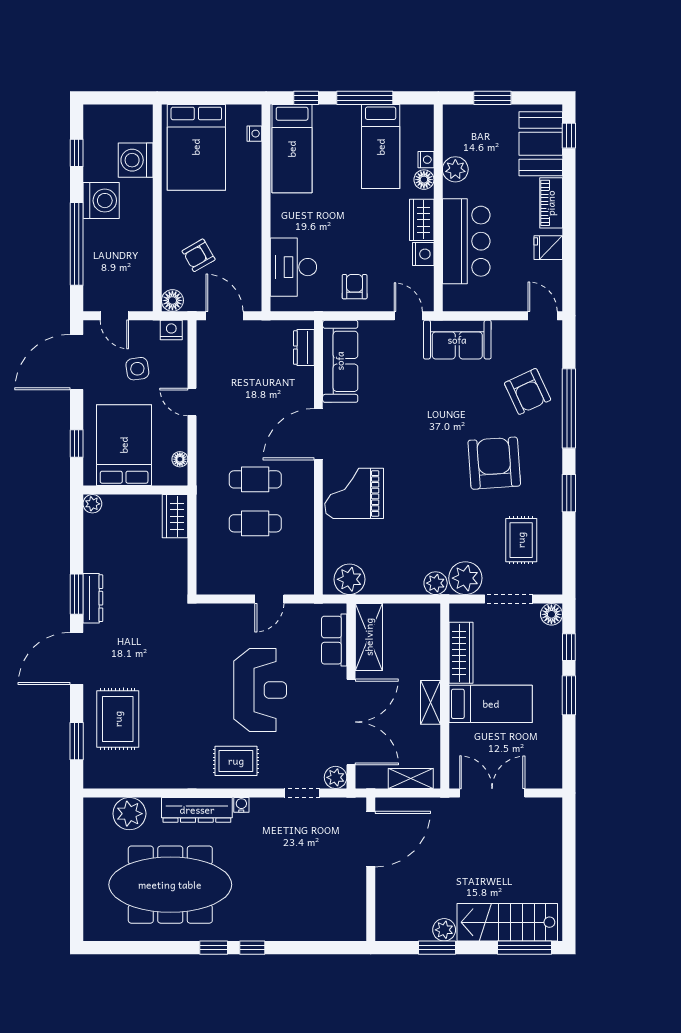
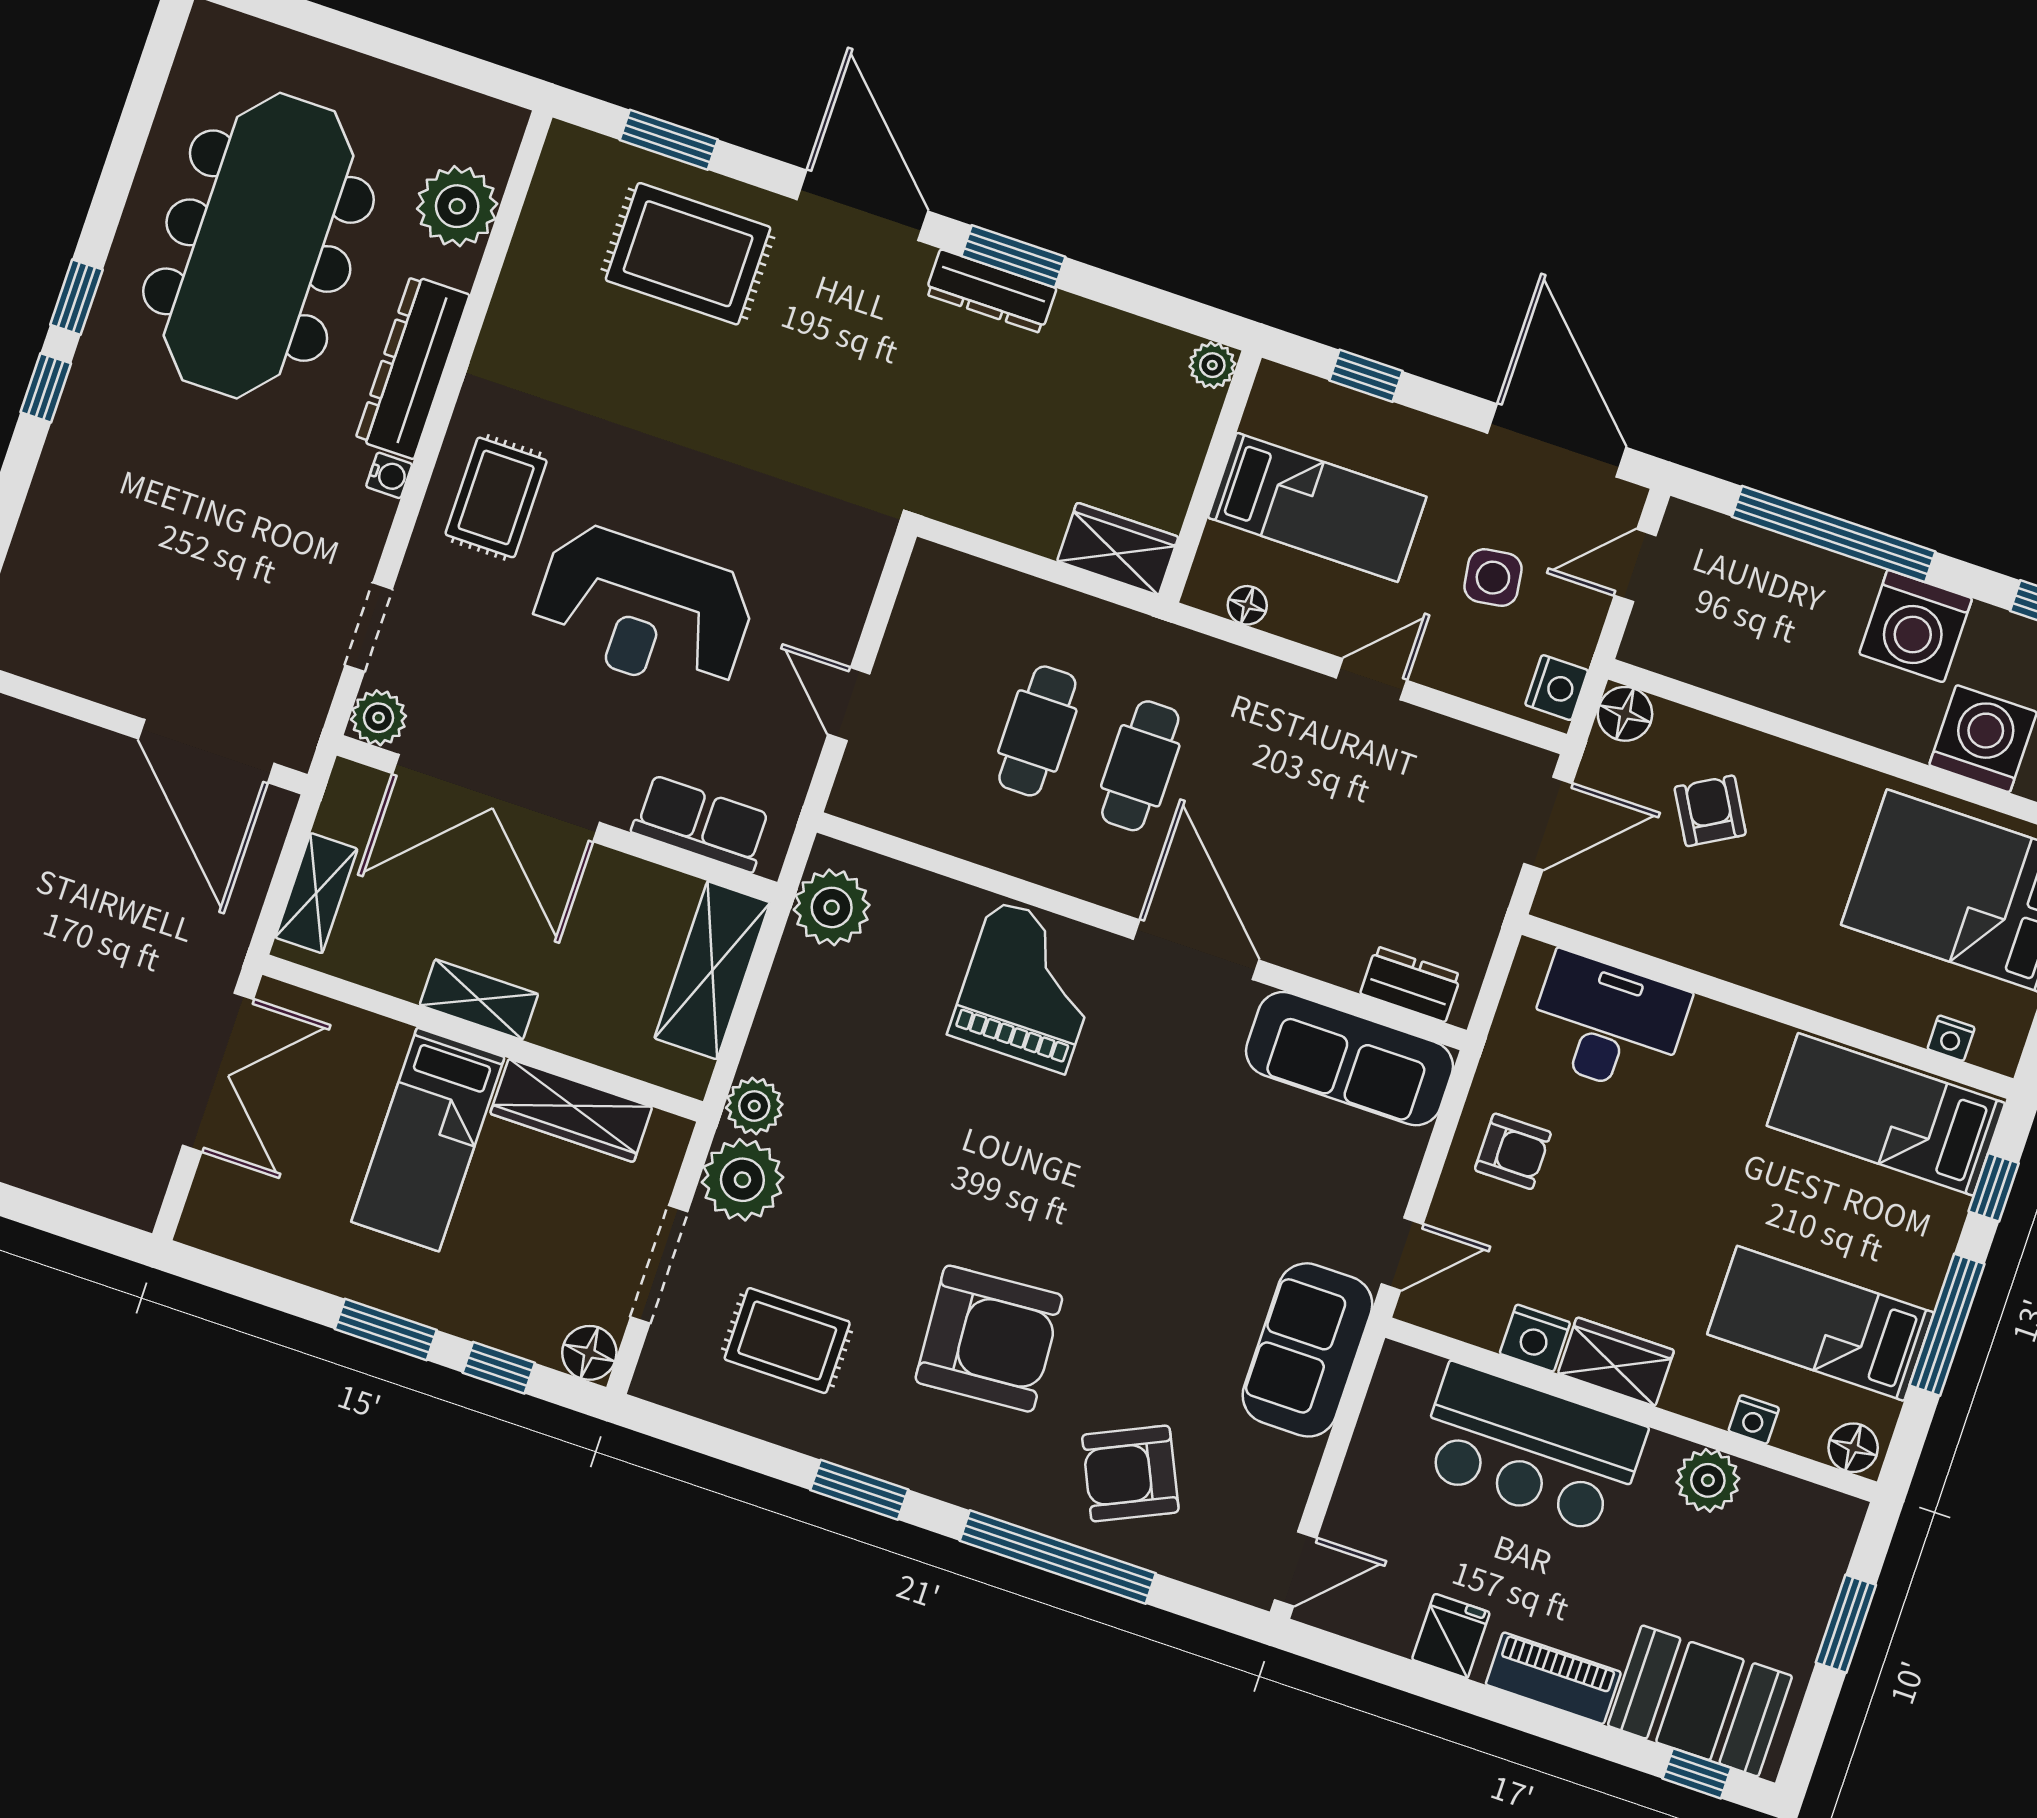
floor lamp: (424, 180) -> (1853, 1448), moved
bed: (124, 445) -> (1317, 507), width x0.67
shelving: (369, 637) -> (712, 970), moved, turned 90

